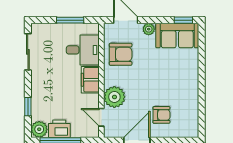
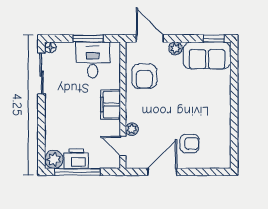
floor lamp: (36, 28) -> (50, 47), added
desk: (83, 50) -> (93, 60), moved, turned -90
armchair: (121, 54) -> (144, 76), turned 90
plant: (114, 97) -> (132, 129), width x0.53, depth x0.53
window: (28, 107) -> (41, 134), removed

